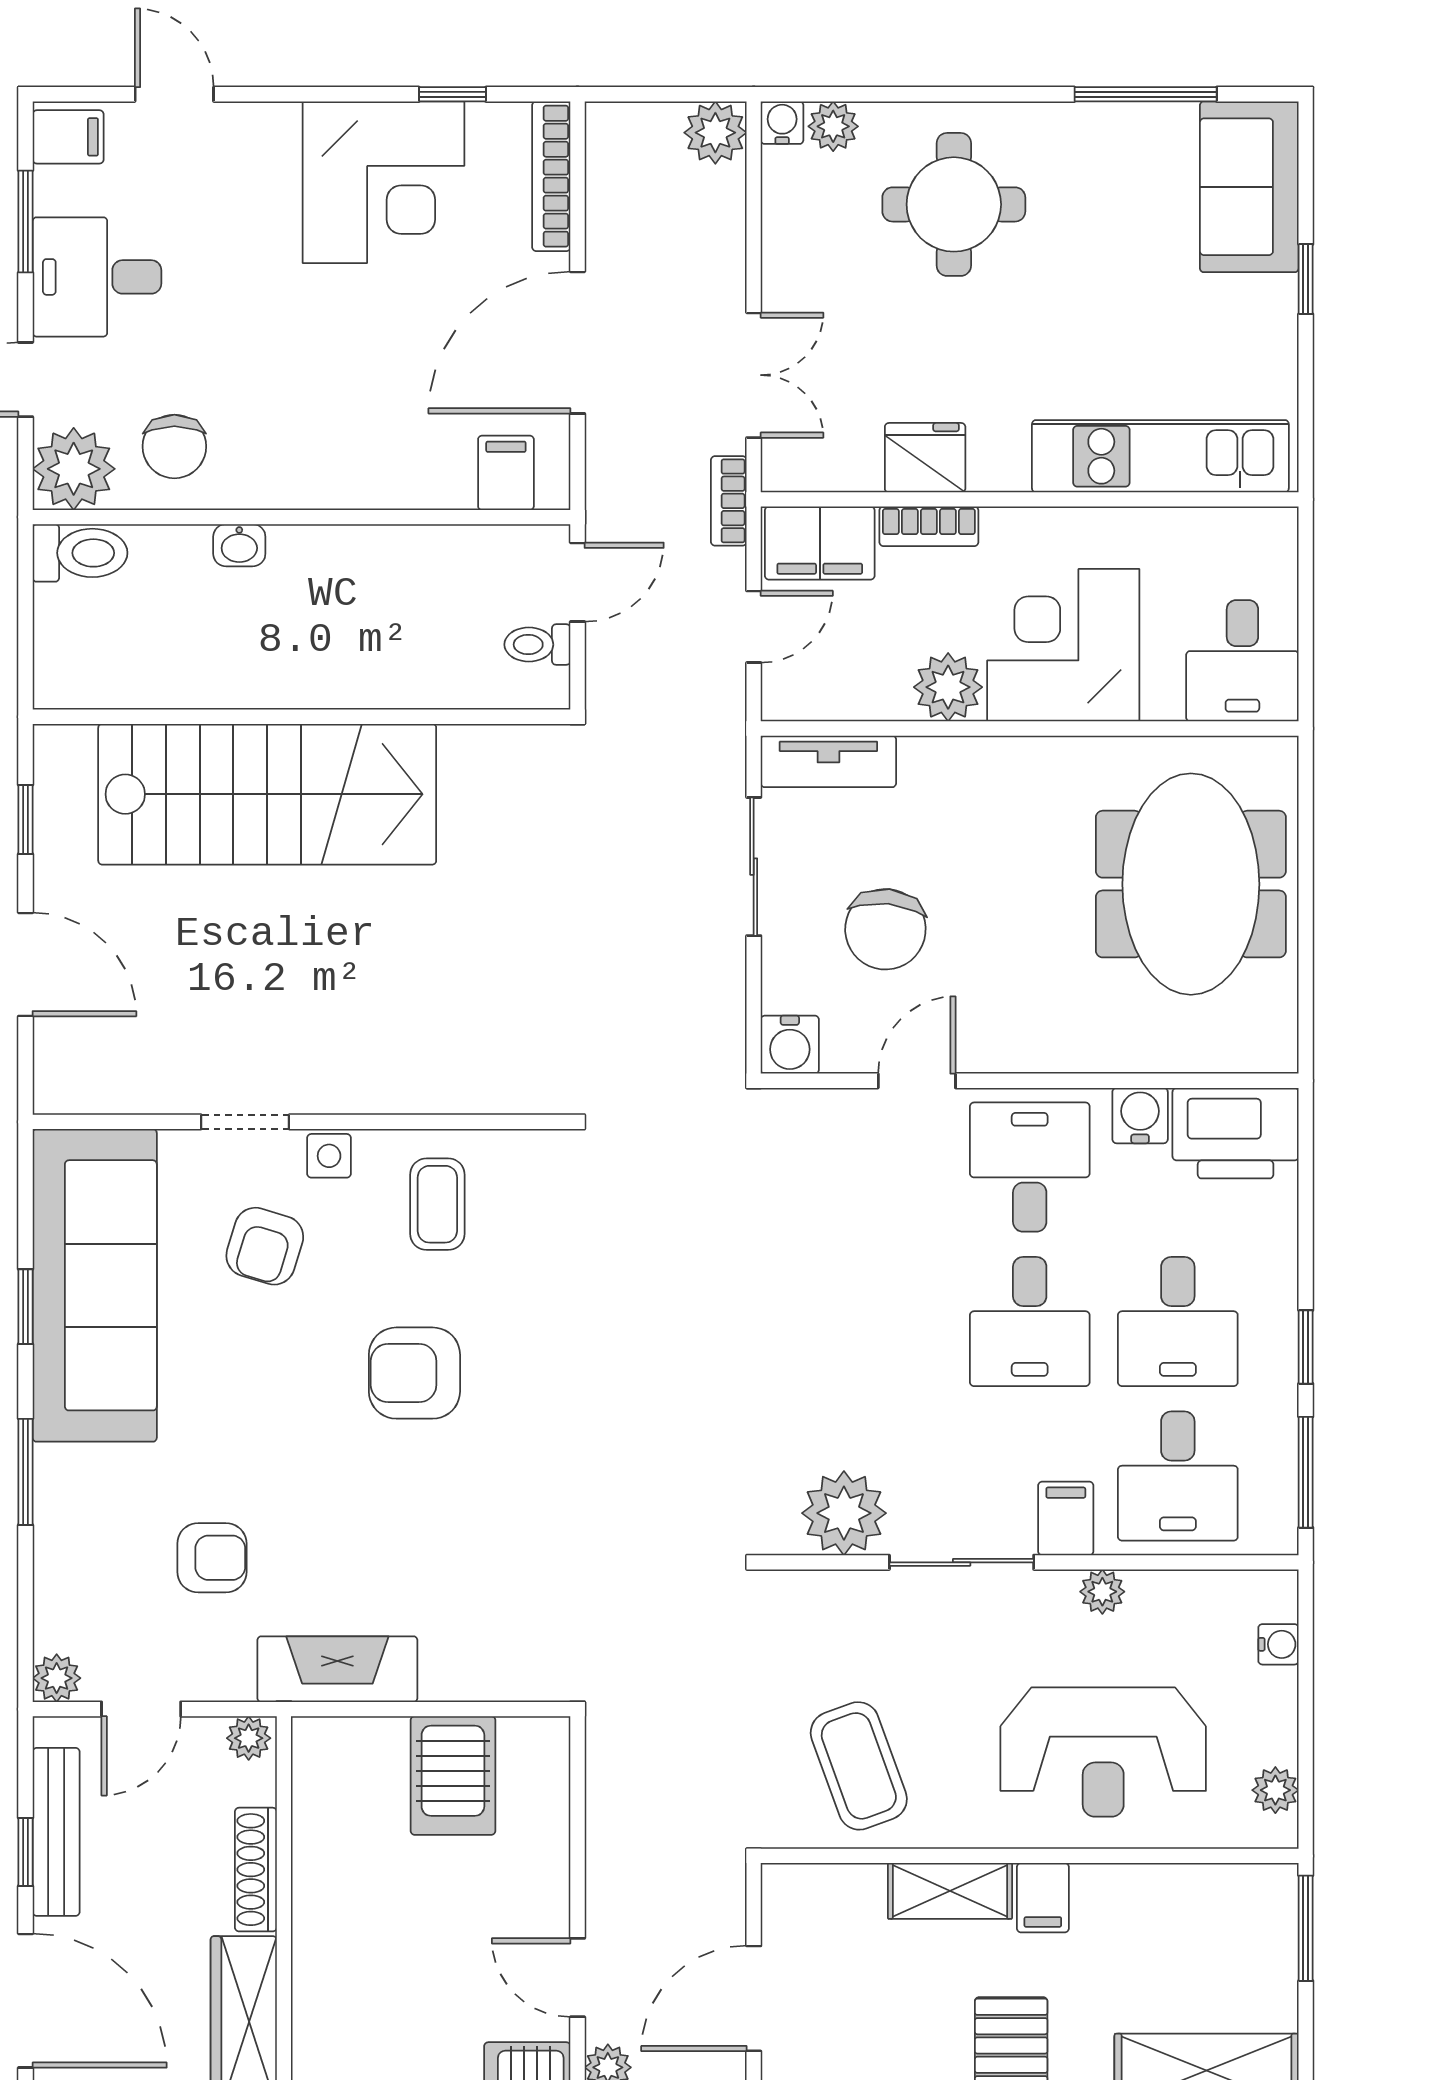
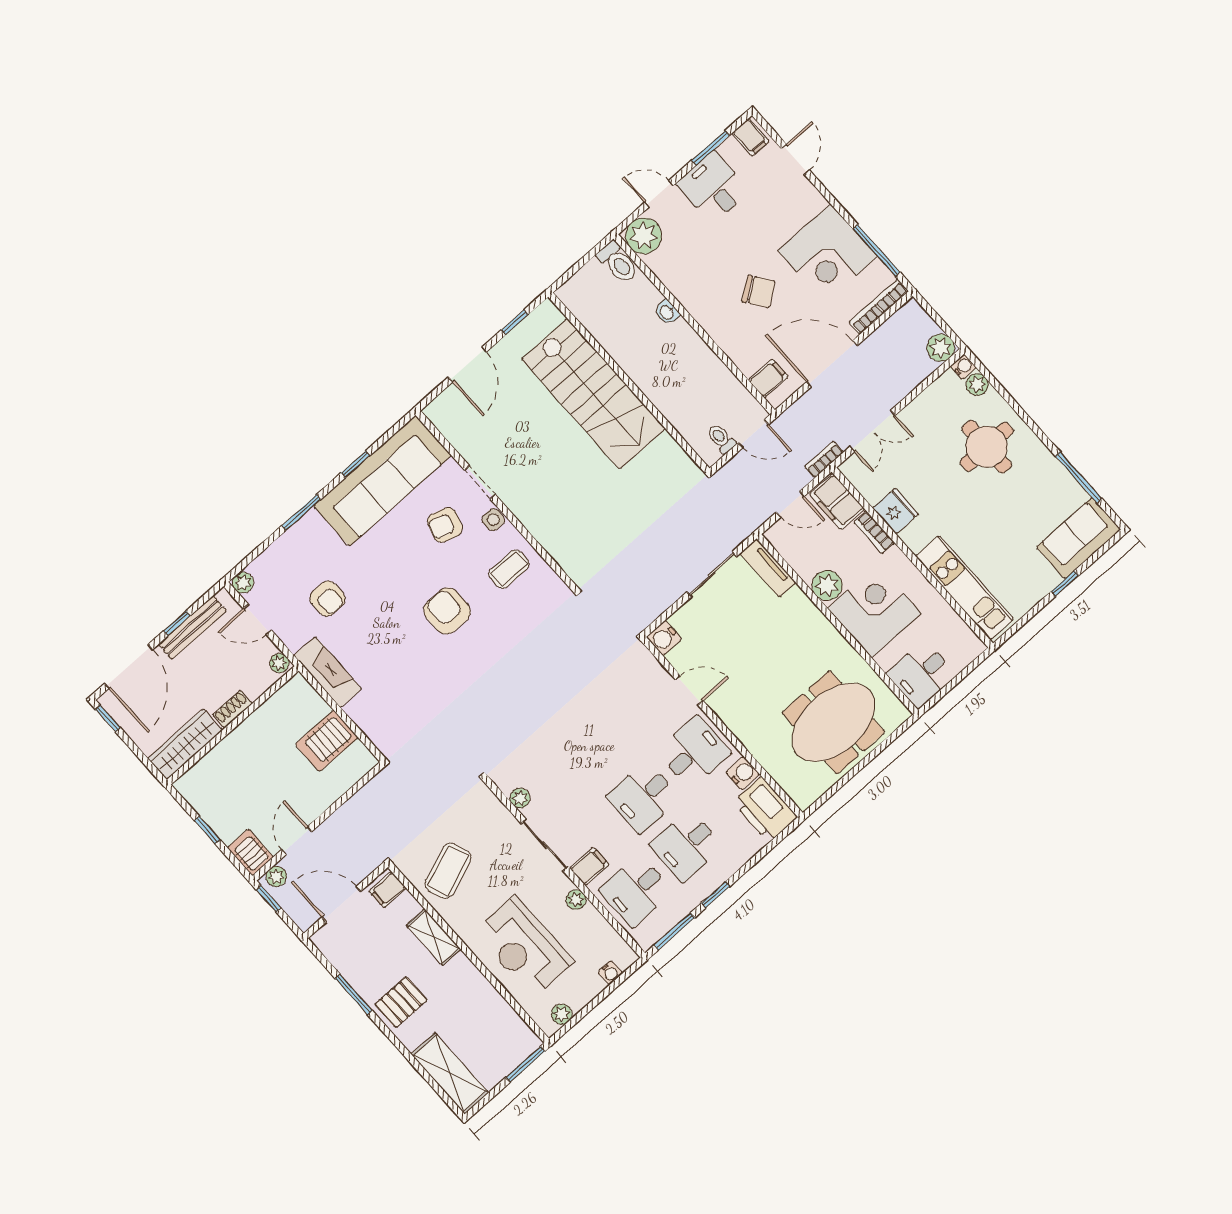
window: (452, 94) -> (877, 251), width x2.17
chair: (174, 446) -> (759, 291), moved, turned -125
chair: (885, 929) -> (730, 636), removed
plant: (844, 1513) -> (520, 798), width x0.53, depth x0.53
shoe rack: (256, 1870) -> (232, 709), width x0.70
filing cabinet: (1043, 1898) -> (387, 890), moved

